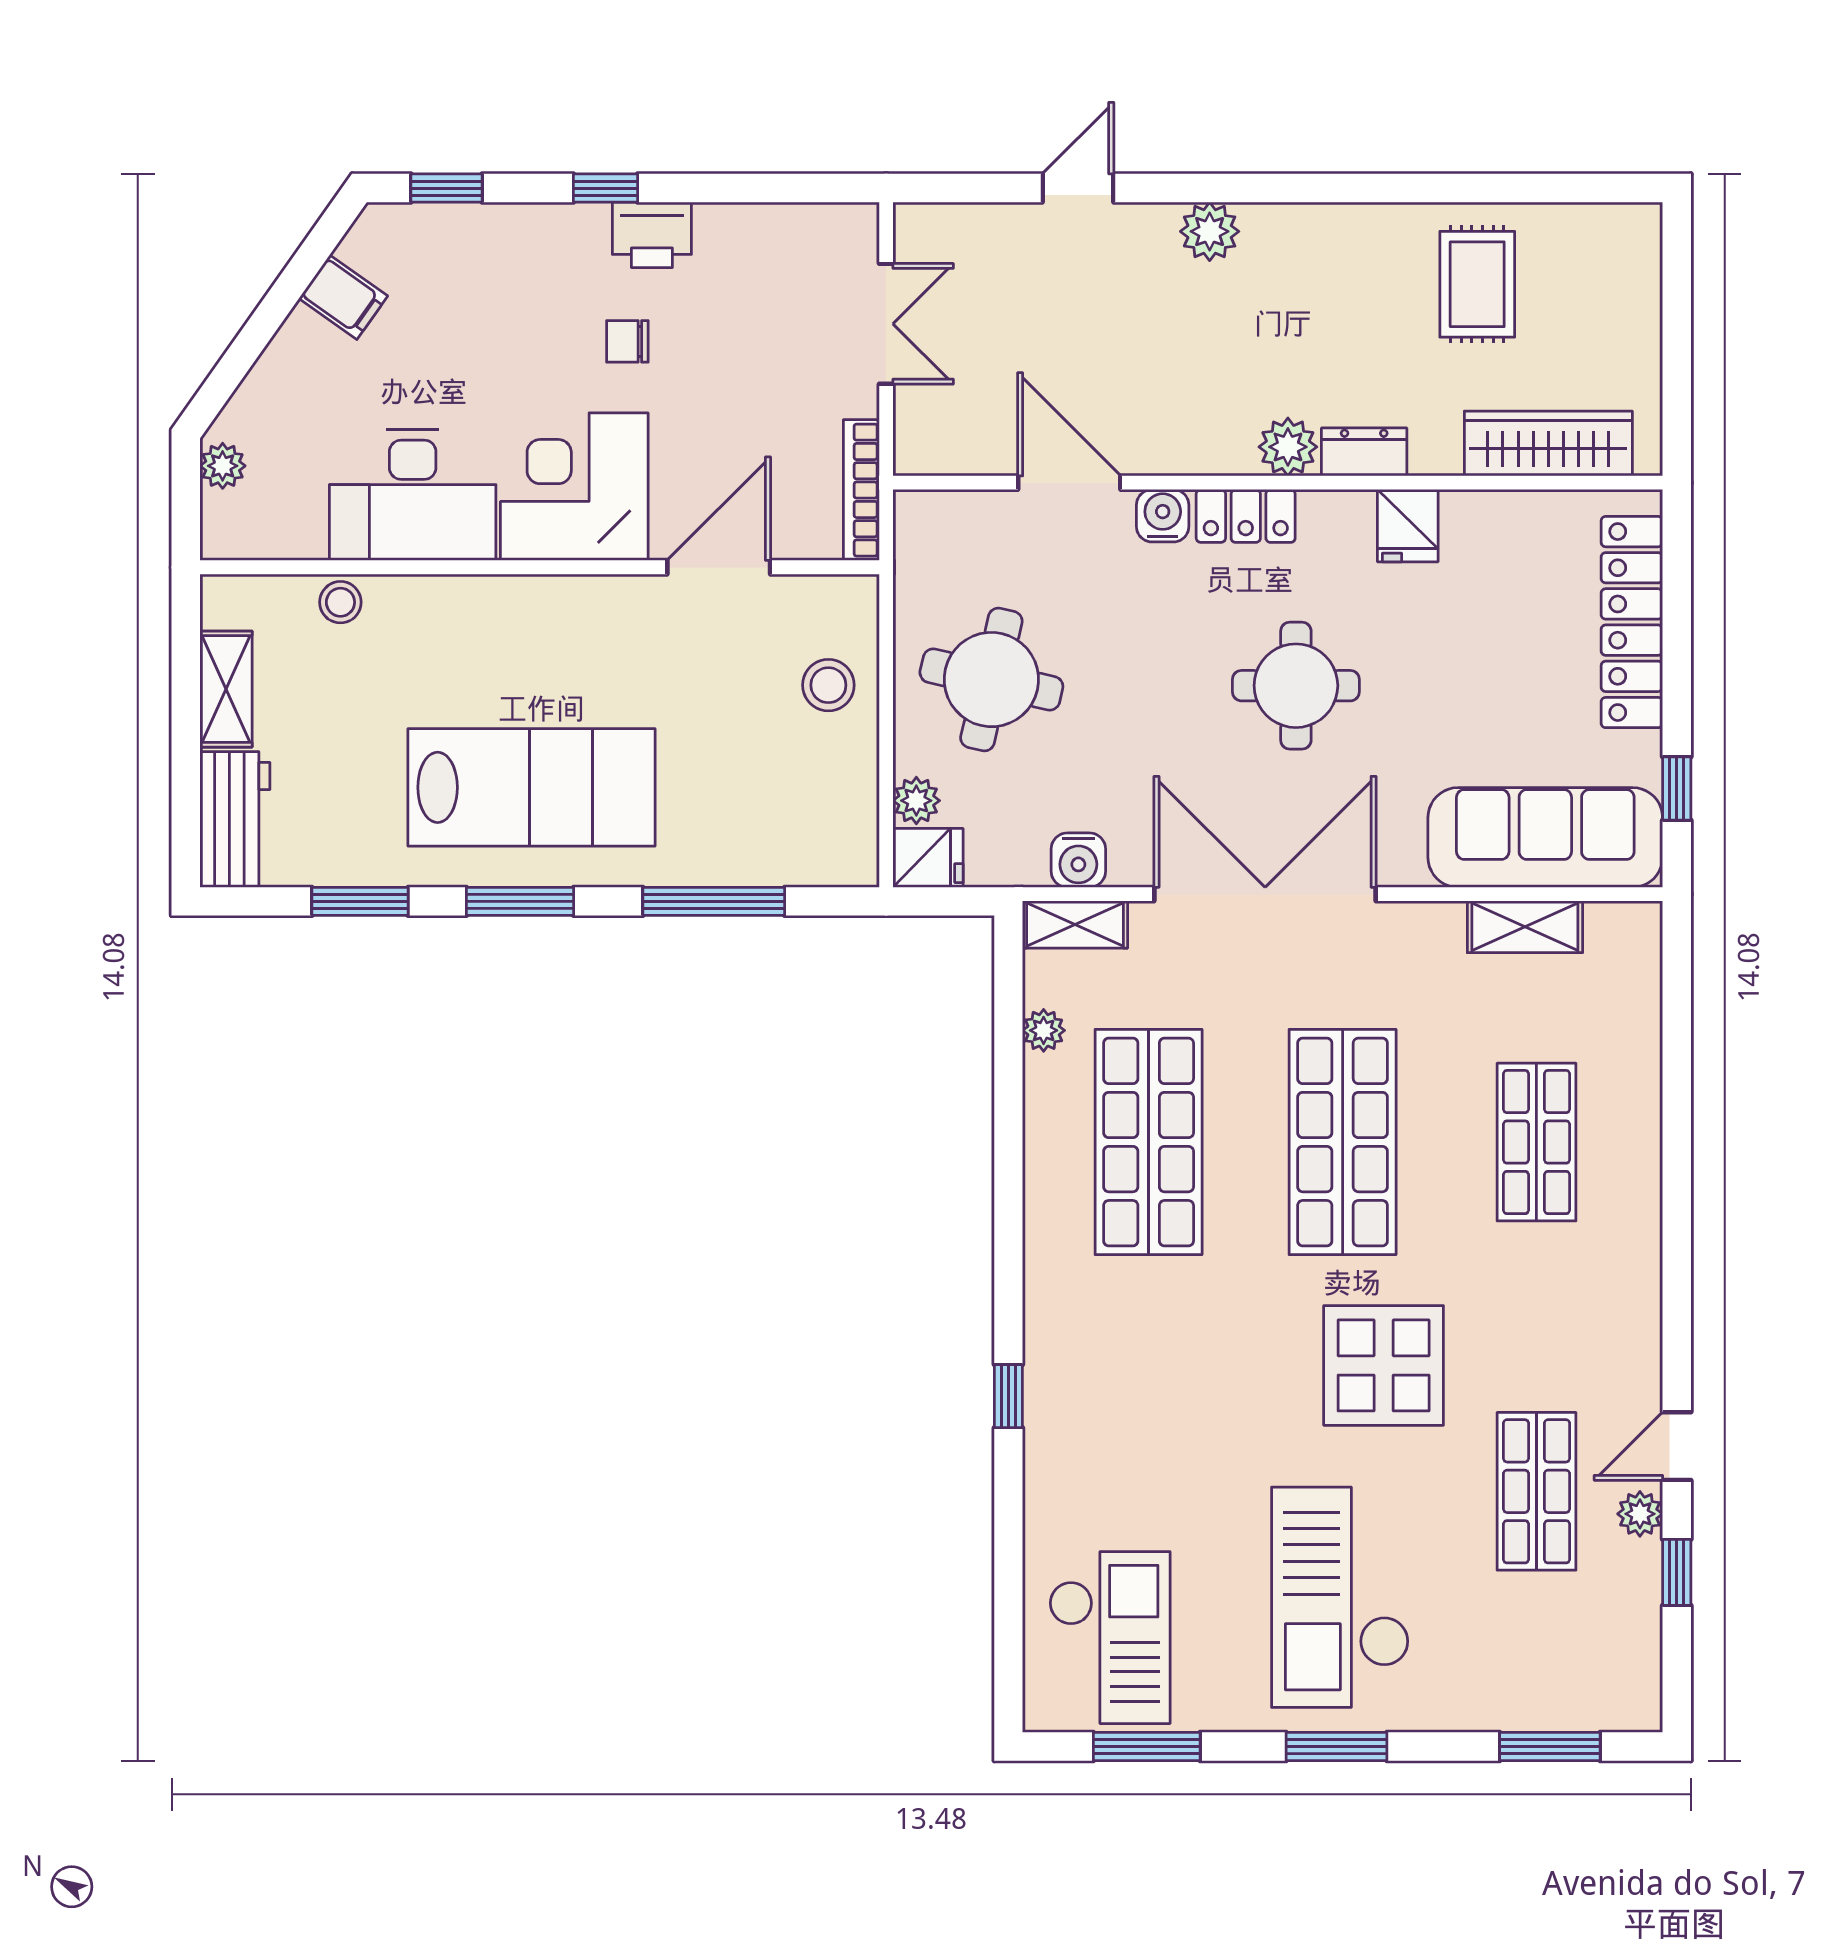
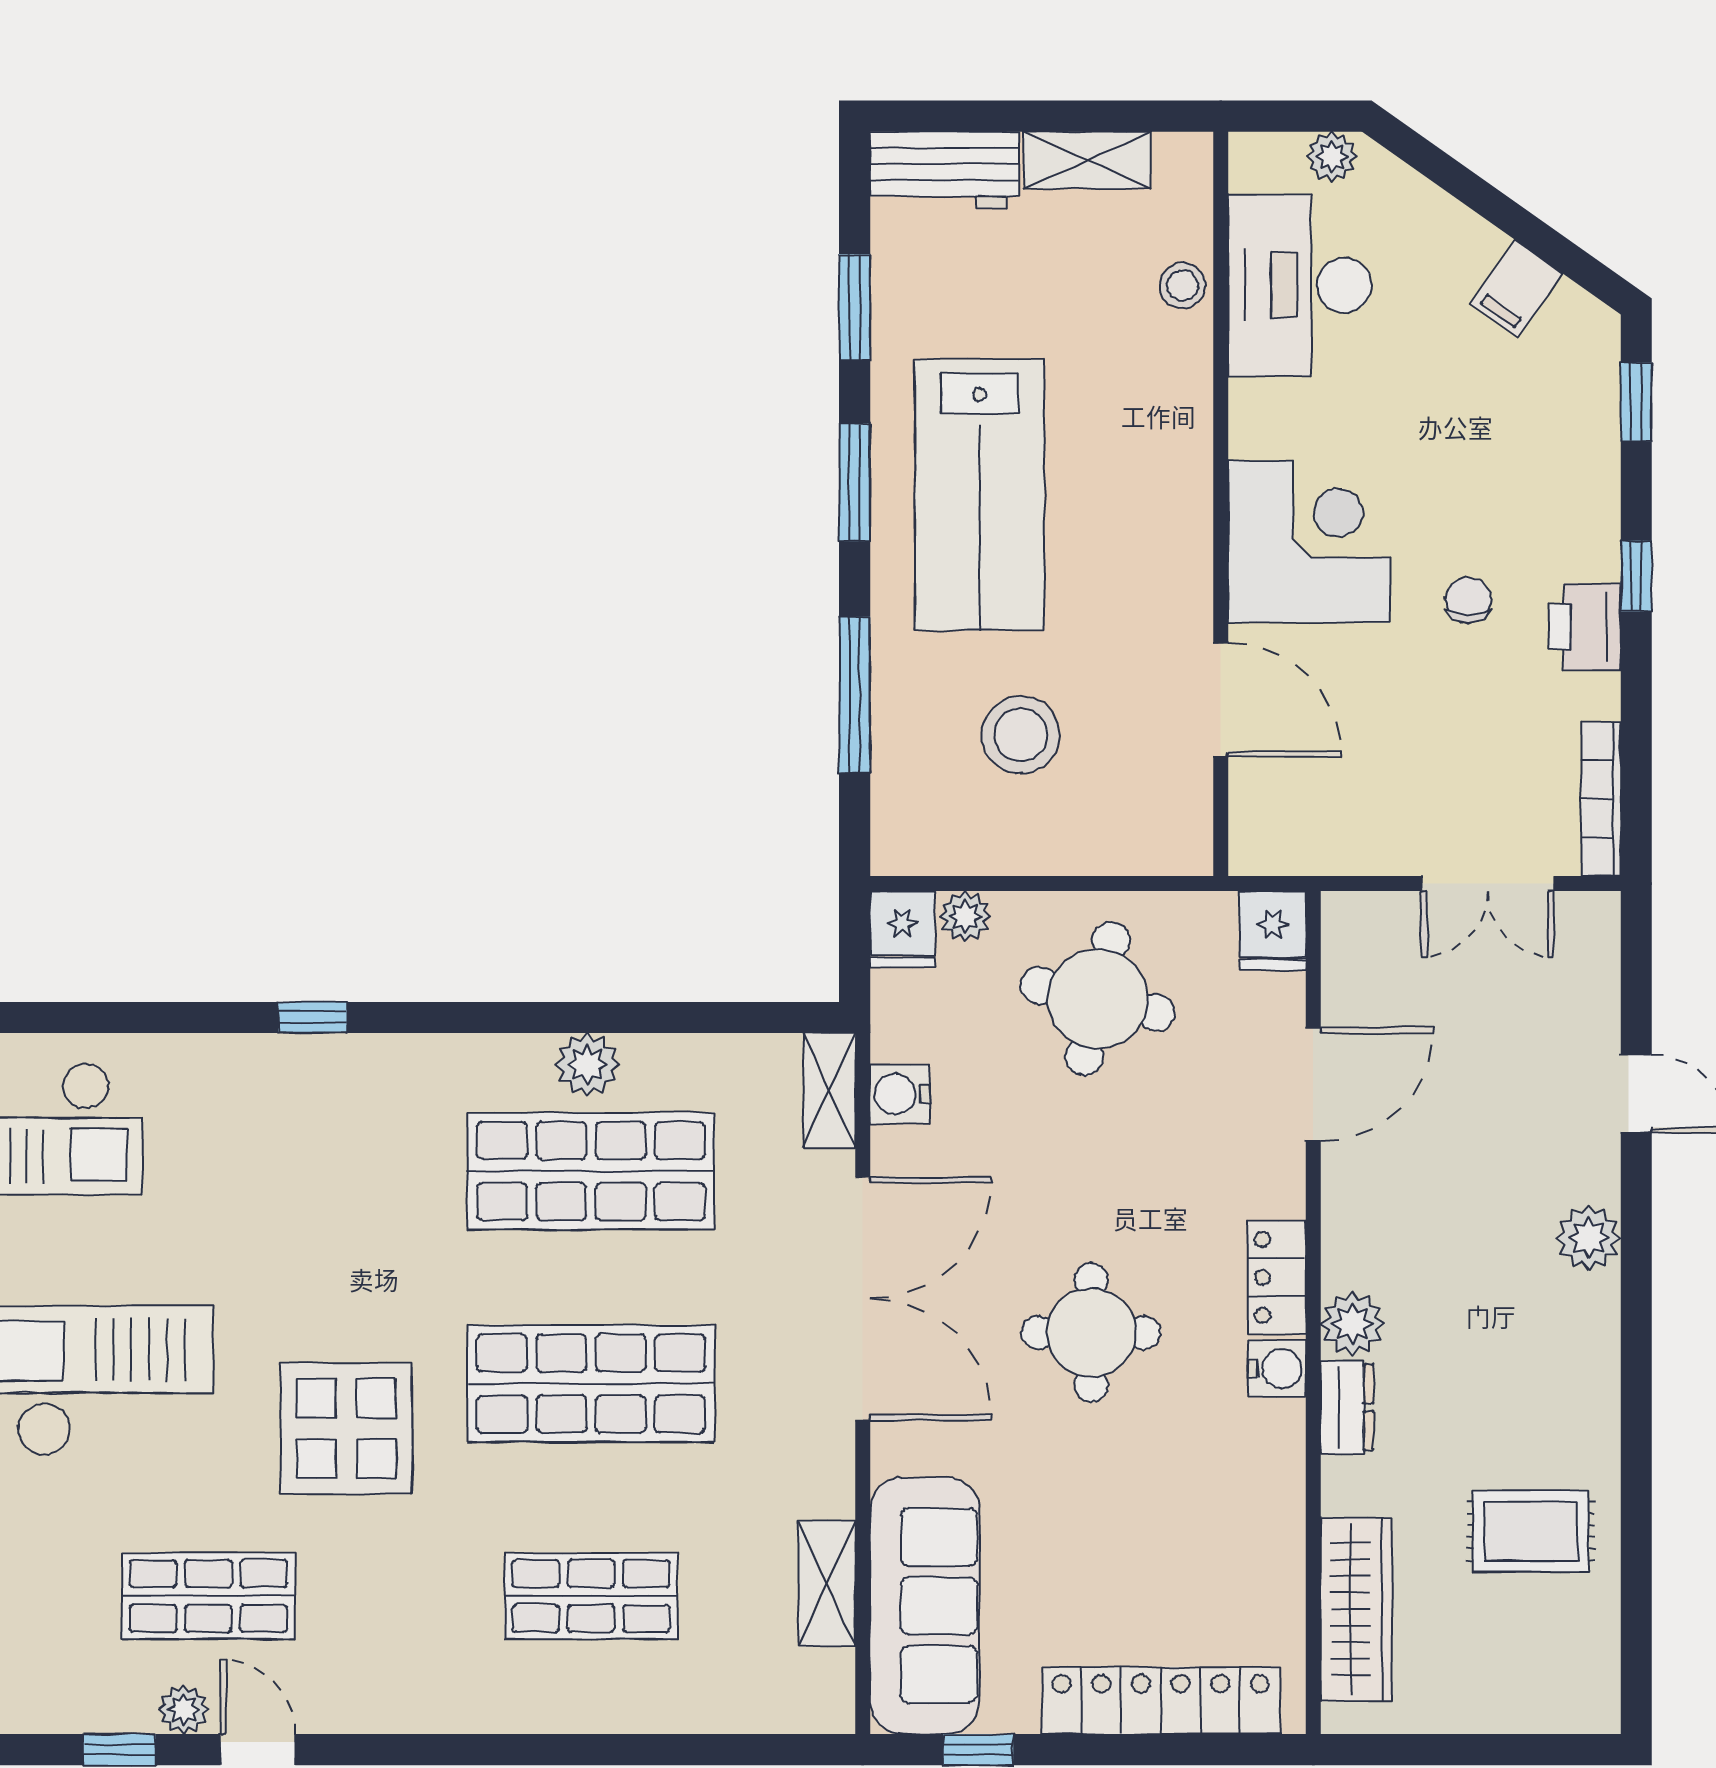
bookcase: (861, 490) -> (1601, 799), moved, turned -90
desk: (413, 495) -> (1300, 285), moved
water cooler: (1163, 516) -> (1277, 1368), moved
fridge: (1408, 526) -> (1273, 931), moved, turned -90
stool: (828, 685) -> (1021, 735), moved, width x1.38, depth x1.38
plant: (1044, 1030) -> (587, 1065), moved, width x1.38, depth x1.38

